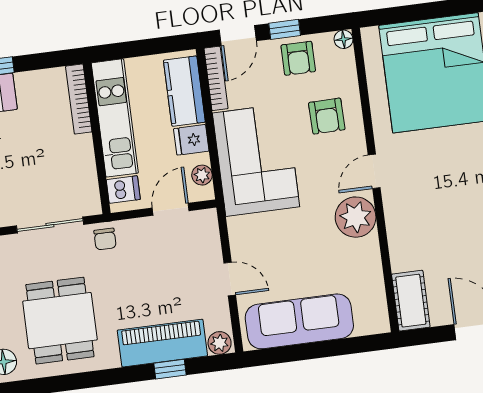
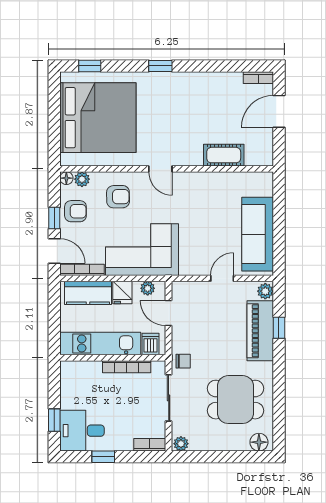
bookcase: (79, 99) -> (127, 367), moved
plant: (356, 217) -> (82, 179), moved, width x0.53, depth x0.53
cot: (411, 301) -> (224, 155), moved

